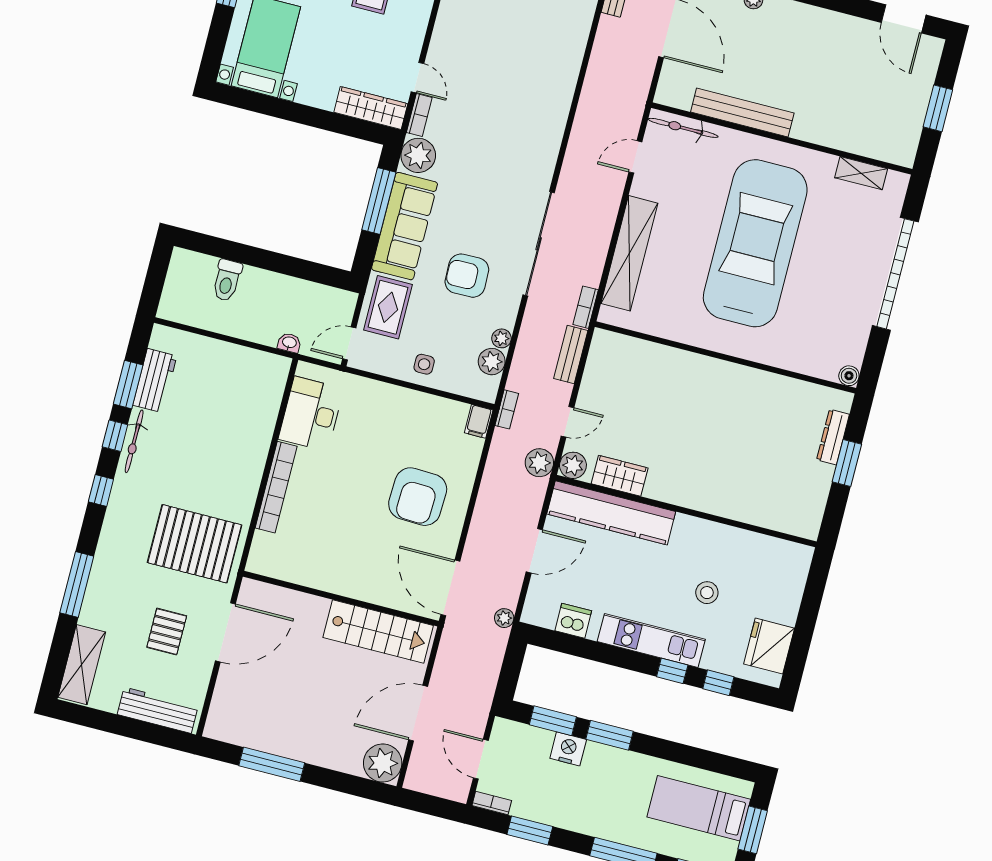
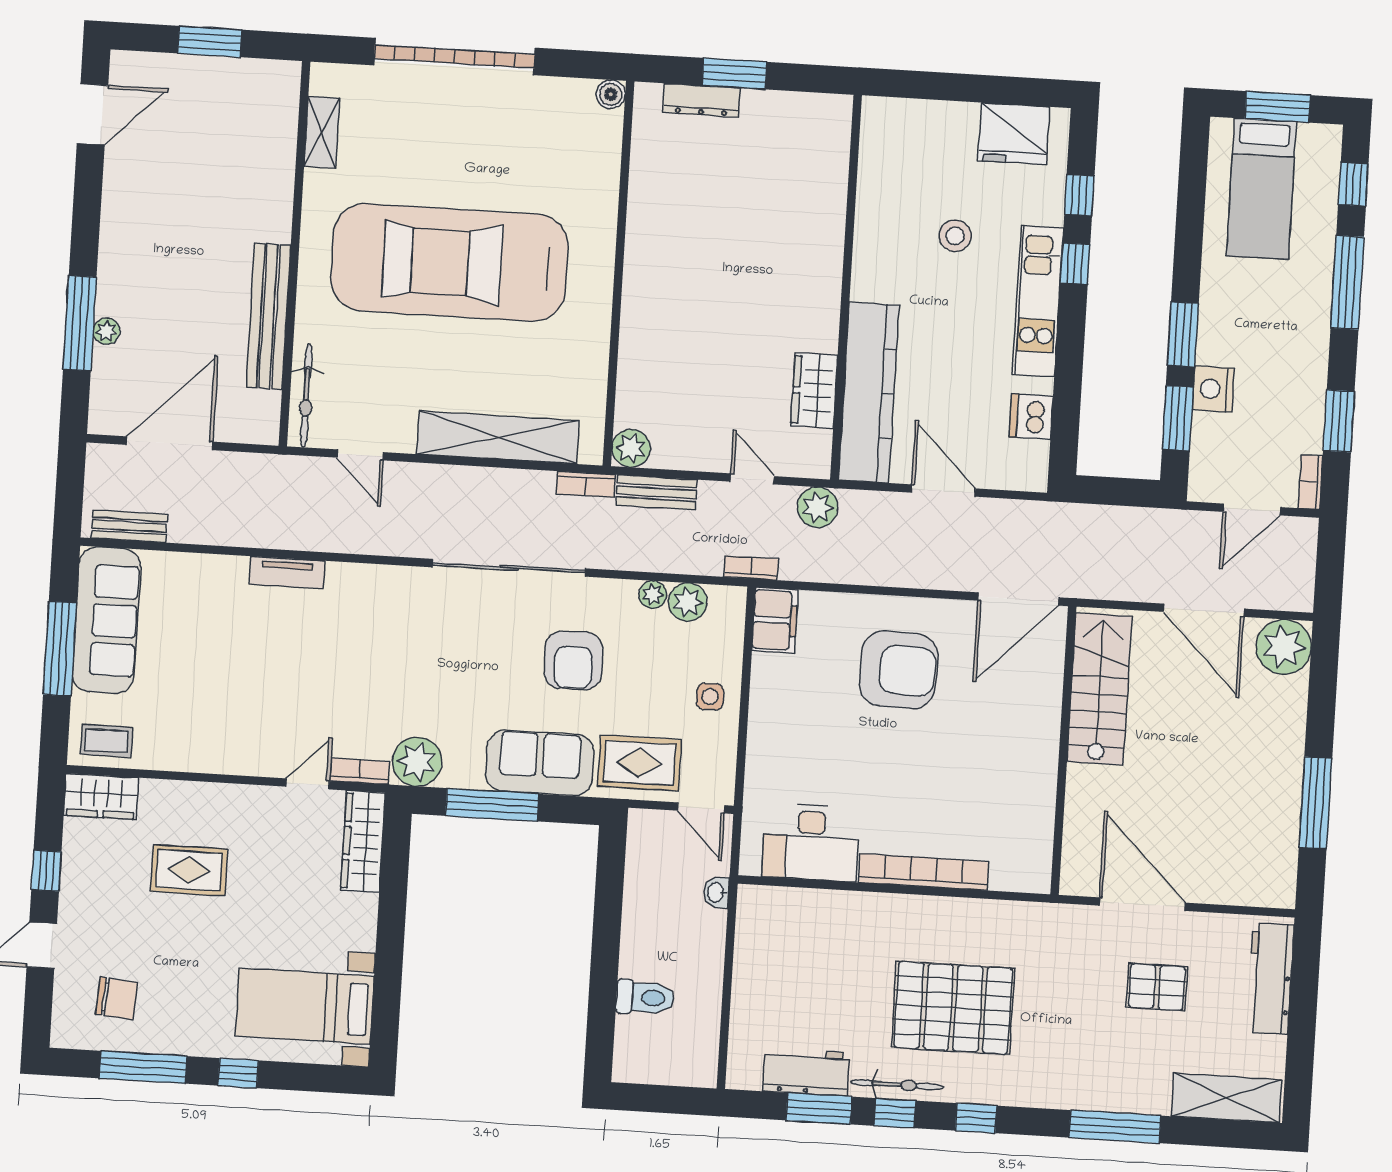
tv unit: (565, 91) -> (287, 573), added
sofa: (405, 226) -> (540, 763), width x0.73
filing cabinet: (479, 421) -> (775, 620), width x2.00
plant: (573, 465) -> (631, 448), moved
pallet: (195, 544) -> (953, 1008), moved, turned 90
plant: (504, 618) -> (1046, 515), removed

